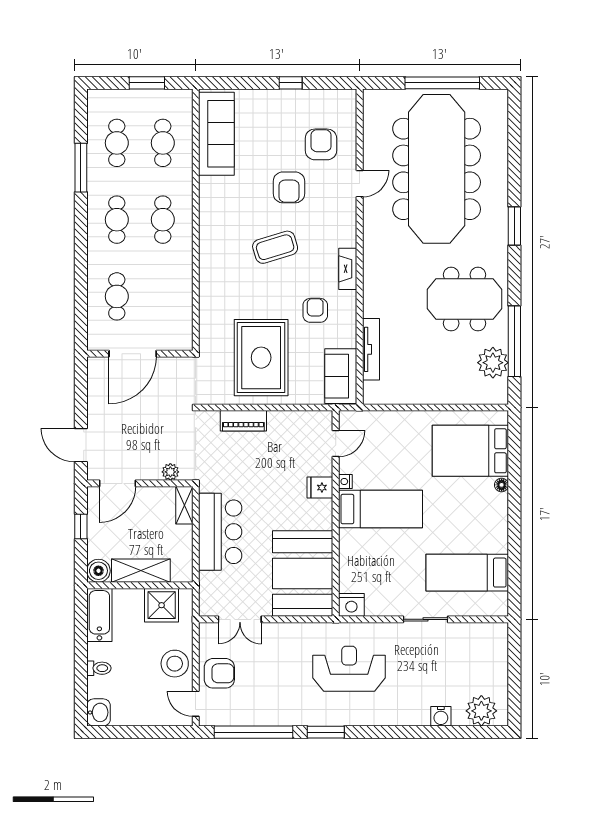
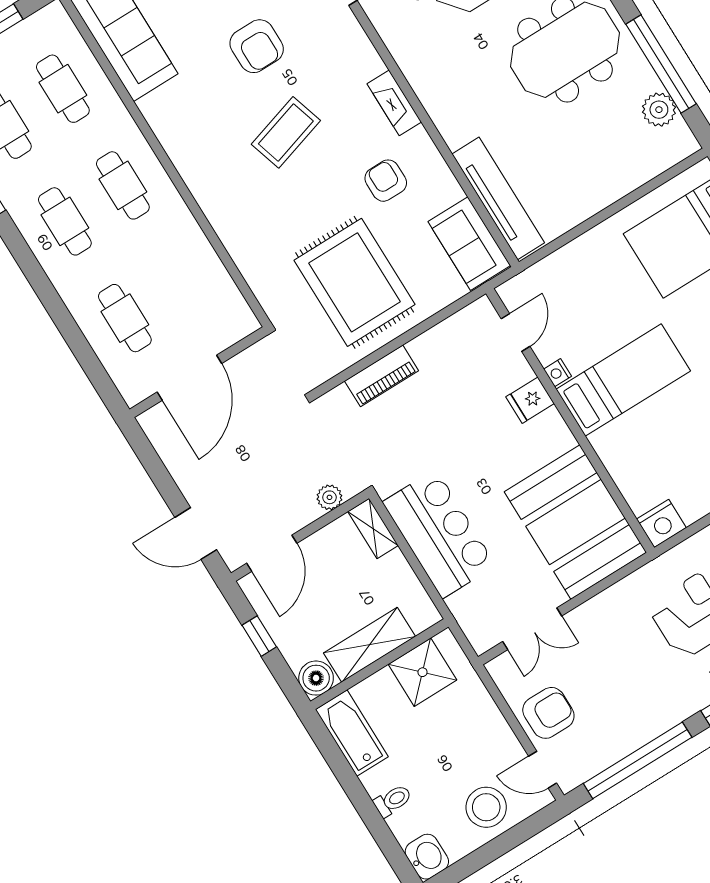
tv unit: (371, 349) -> (498, 198), width x1.36, depth x1.29
plant: (493, 363) -> (659, 110), width x0.73, depth x0.73
stool: (175, 664) -> (486, 807), moved

